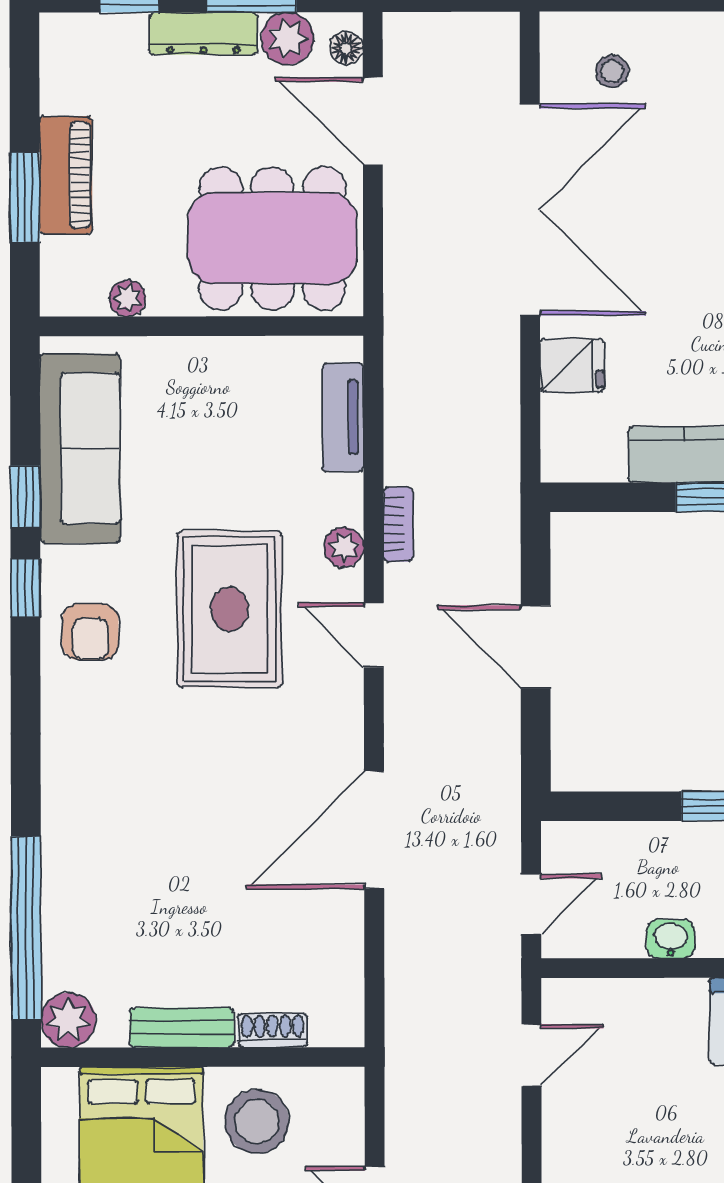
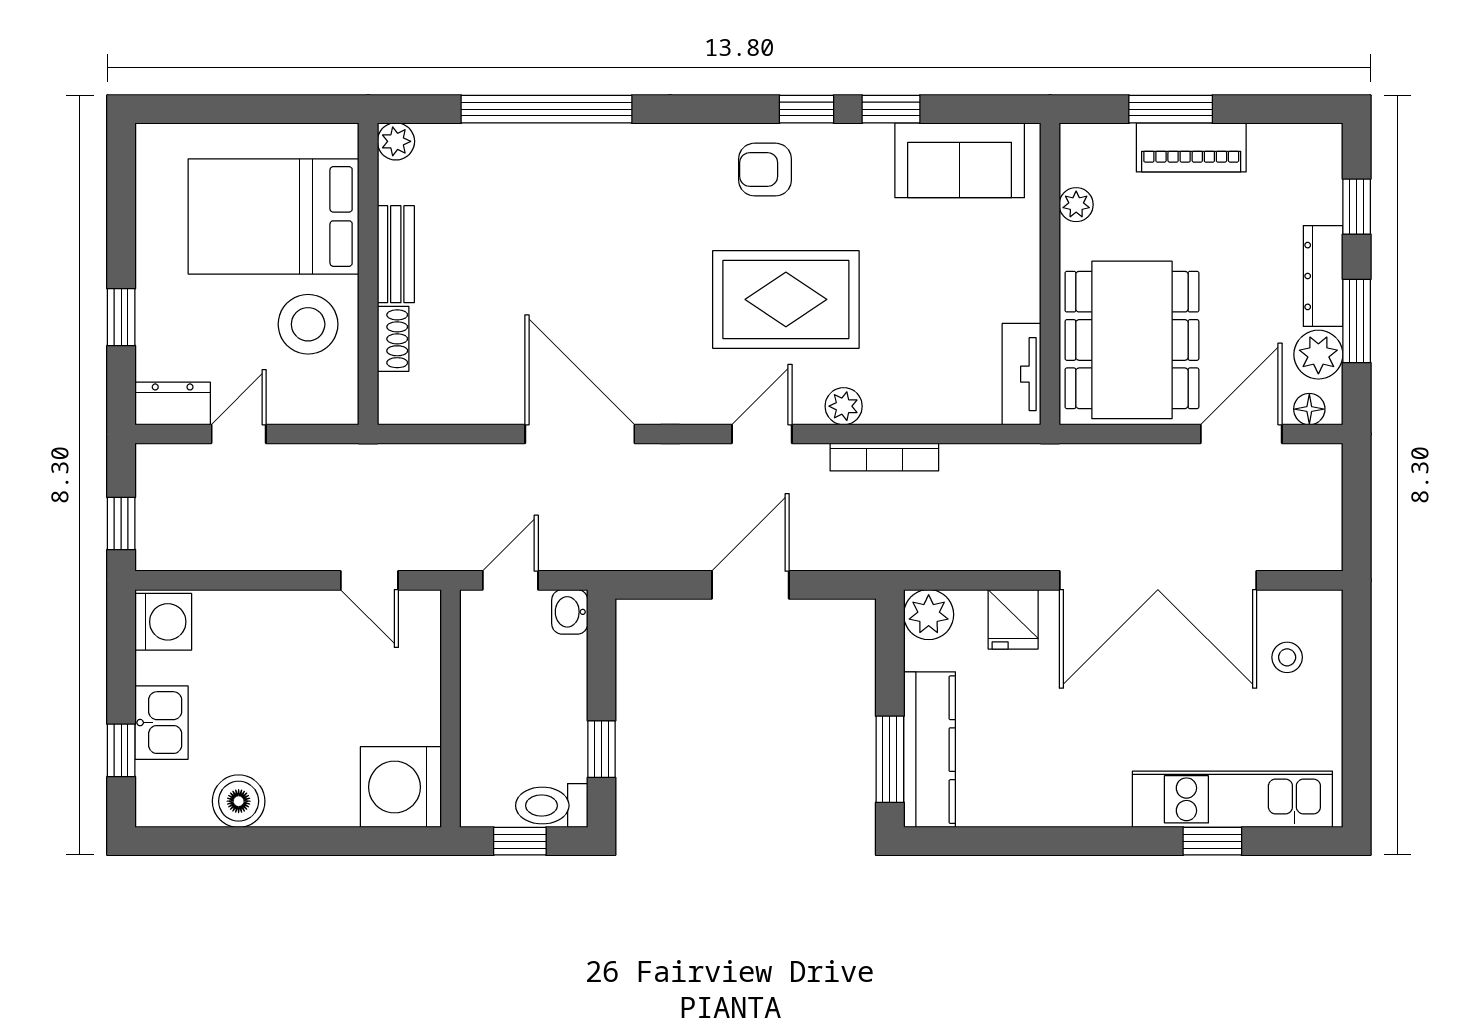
tv unit: (343, 417) -> (1021, 374), moved, turned -90
sofa: (80, 448) -> (960, 160), width x0.73
plant: (567, 456) -> (929, 615), added
bookcase: (398, 524) -> (884, 457), width x1.56
door: (531, 904) -> (510, 580), swing flipped
window: (26, 928) -> (547, 109), moved
washbasin: (671, 939) -> (570, 612), moved, turned 180
plant: (68, 1020) -> (396, 141), width x0.73, depth x0.73

